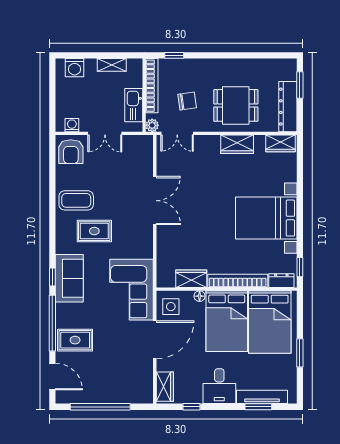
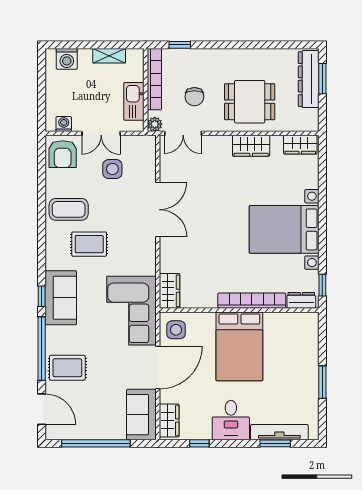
chair: (187, 101) -> (194, 97), turned 98
dresser: (288, 107) -> (309, 79), moved
side table: (115, 165) -> (112, 169), added
wardrobe: (191, 279) -> (170, 291), moved, turned 90
floor lamp: (200, 296) -> (209, 318), removed
bed: (270, 322) -> (288, 347), removed
sofa: (140, 381) -> (141, 415), added

